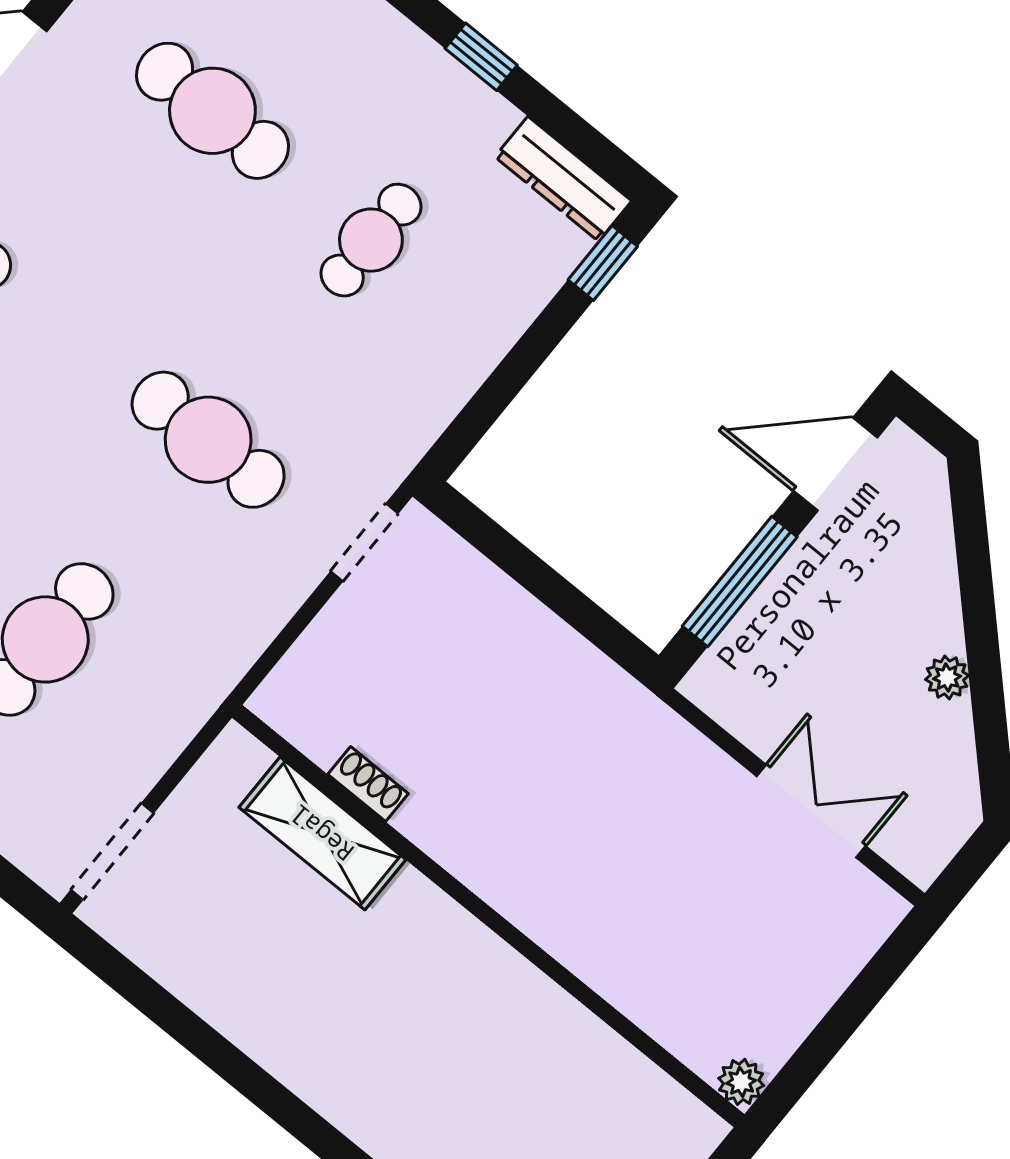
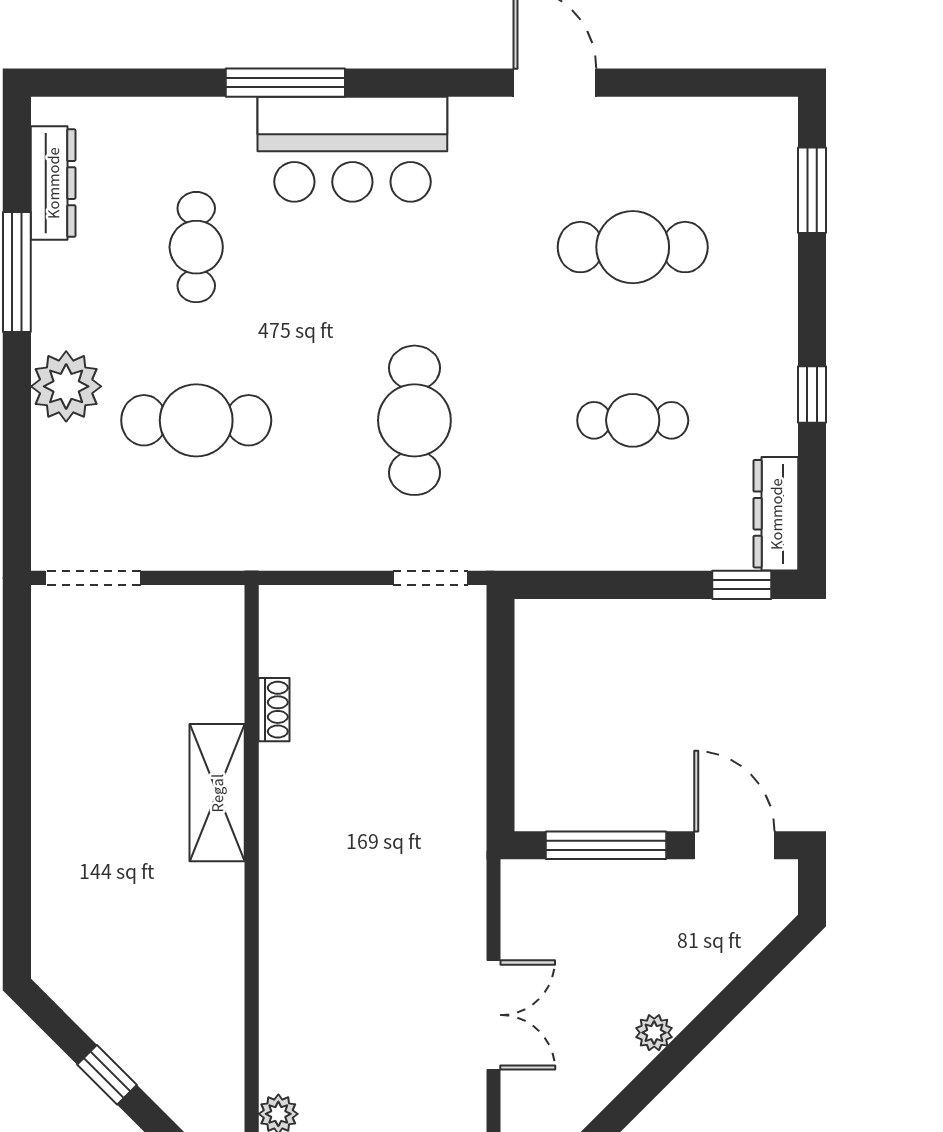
cafe table: (212, 111) -> (633, 247), turned 90
shelving: (322, 833) -> (217, 793), moved

